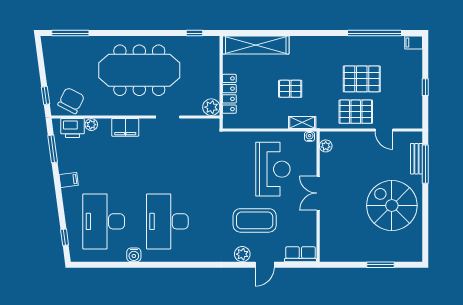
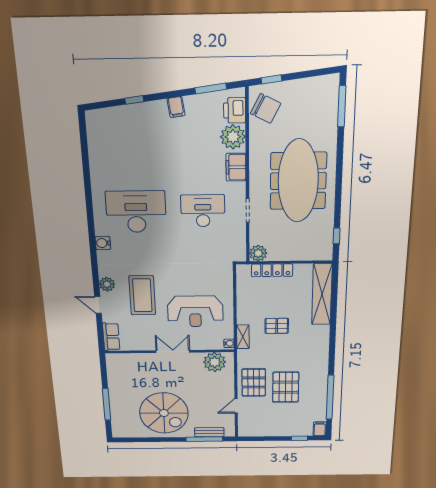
window: (425, 87) -> (299, 438), moved
pallet: (290, 89) -> (277, 326), turned 90
plant: (91, 125) -> (233, 137), width x1.88, depth x1.88
plant: (326, 146) -> (215, 362), width x1.87, depth x1.87
spiral stairs: (392, 206) -> (164, 413), turned 90
desk: (104, 221) -> (203, 211), moved, width x0.73, depth x0.77
window: (65, 237) -> (134, 100), moved
water cooler: (134, 255) -> (103, 243), moved
window: (380, 265) -> (107, 404), width x1.44

